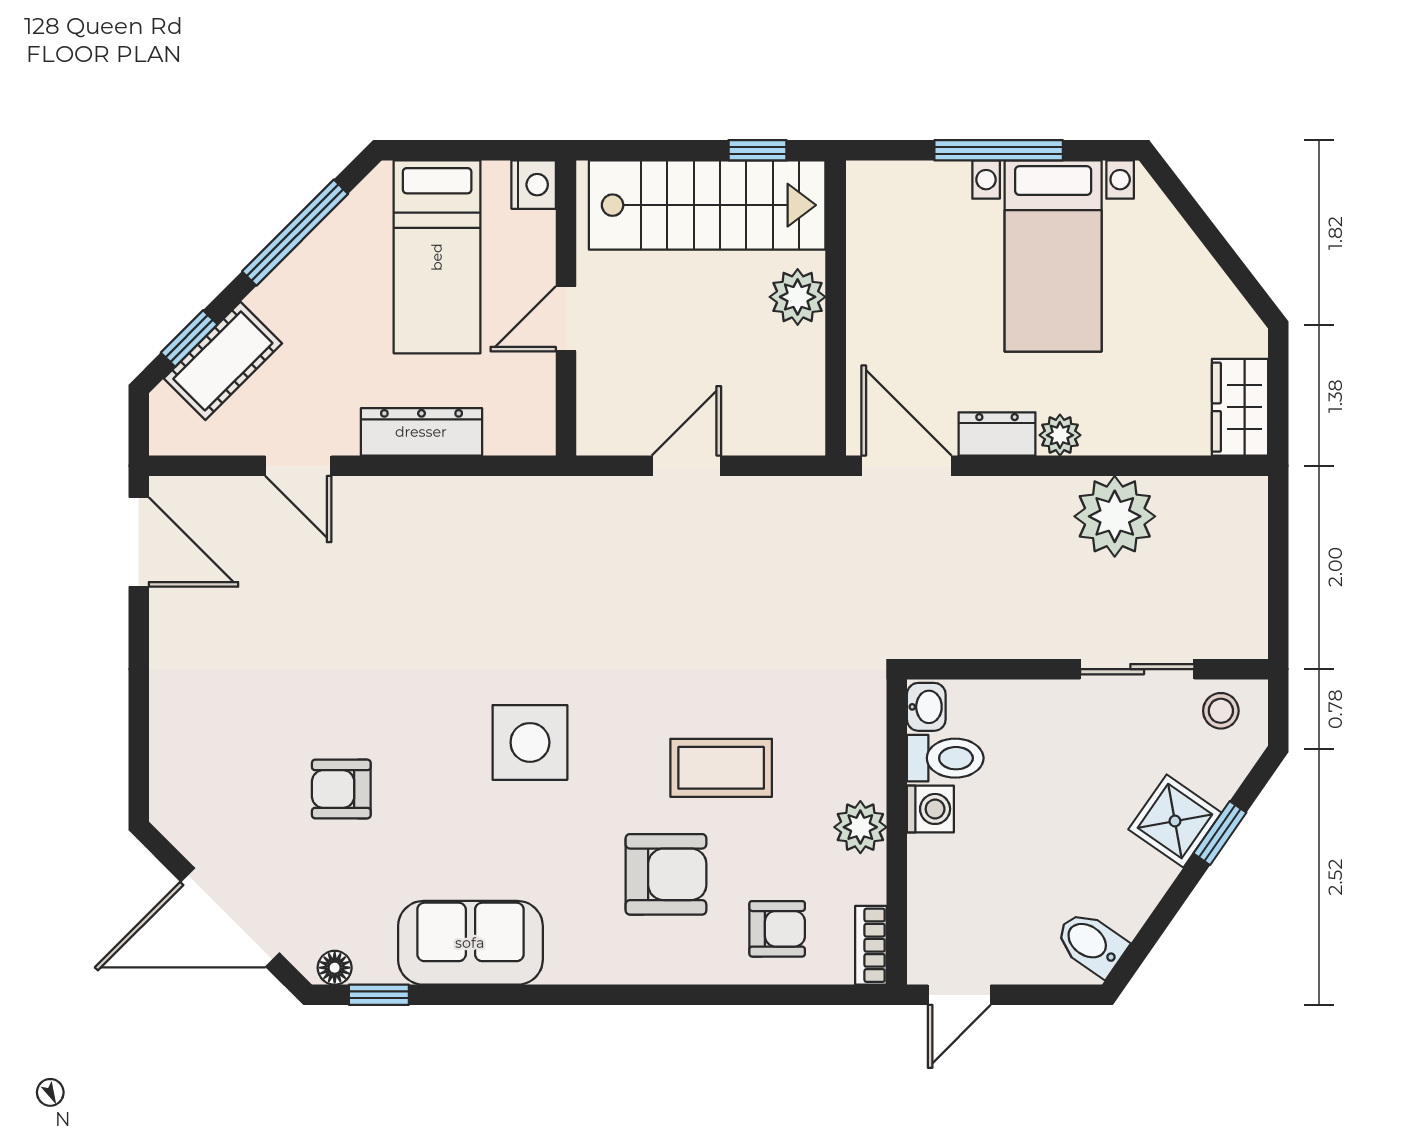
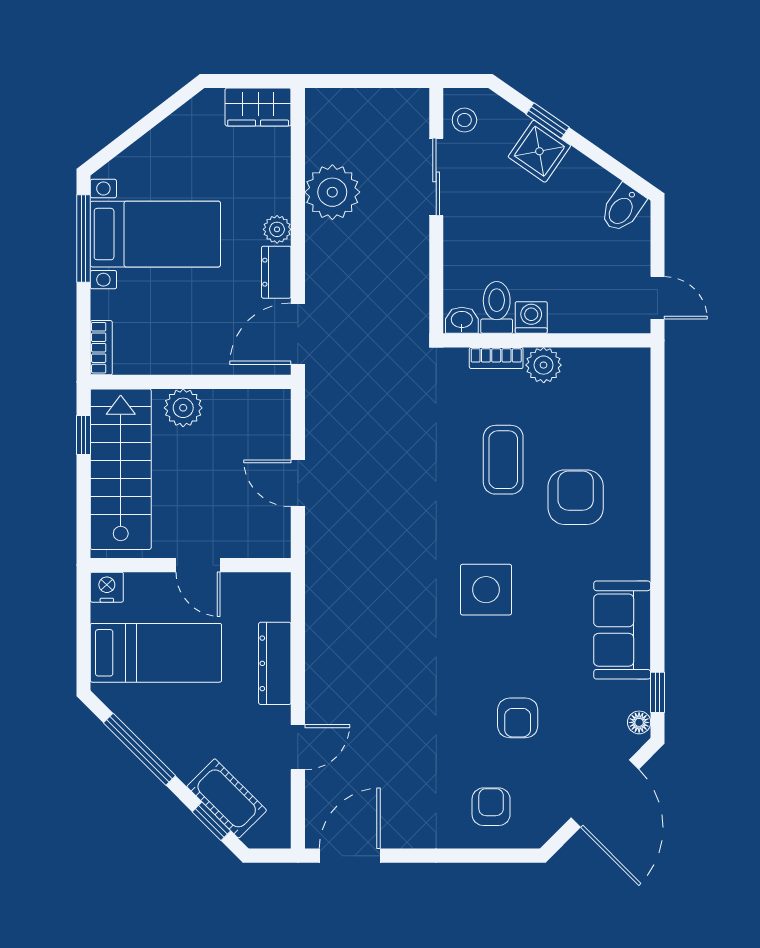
window: (999, 150) -> (83, 238), moved
bookcase: (886, 176) -> (101, 348), added
armchair: (777, 929) -> (491, 807), moved
bookcase: (871, 945) -> (496, 358), moved

